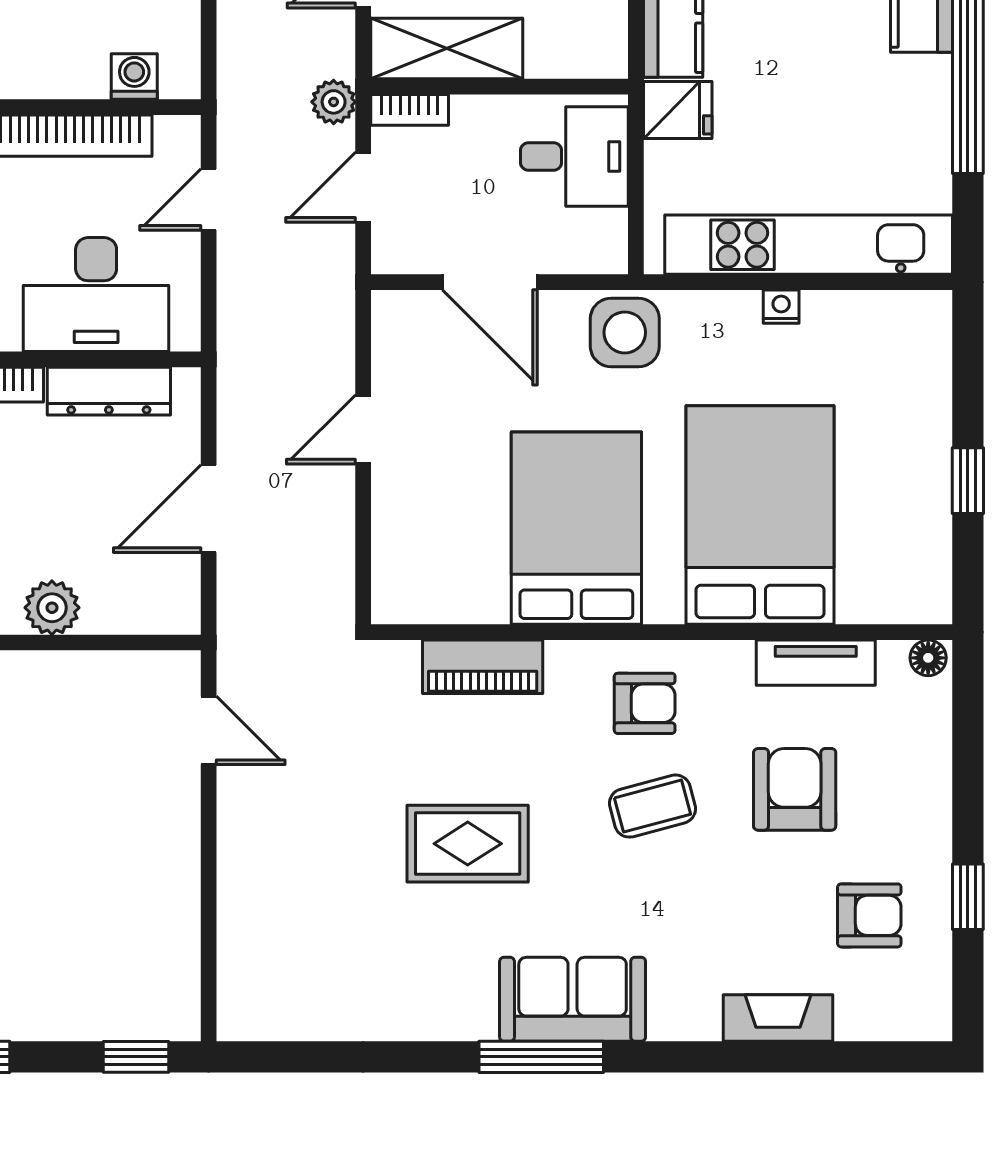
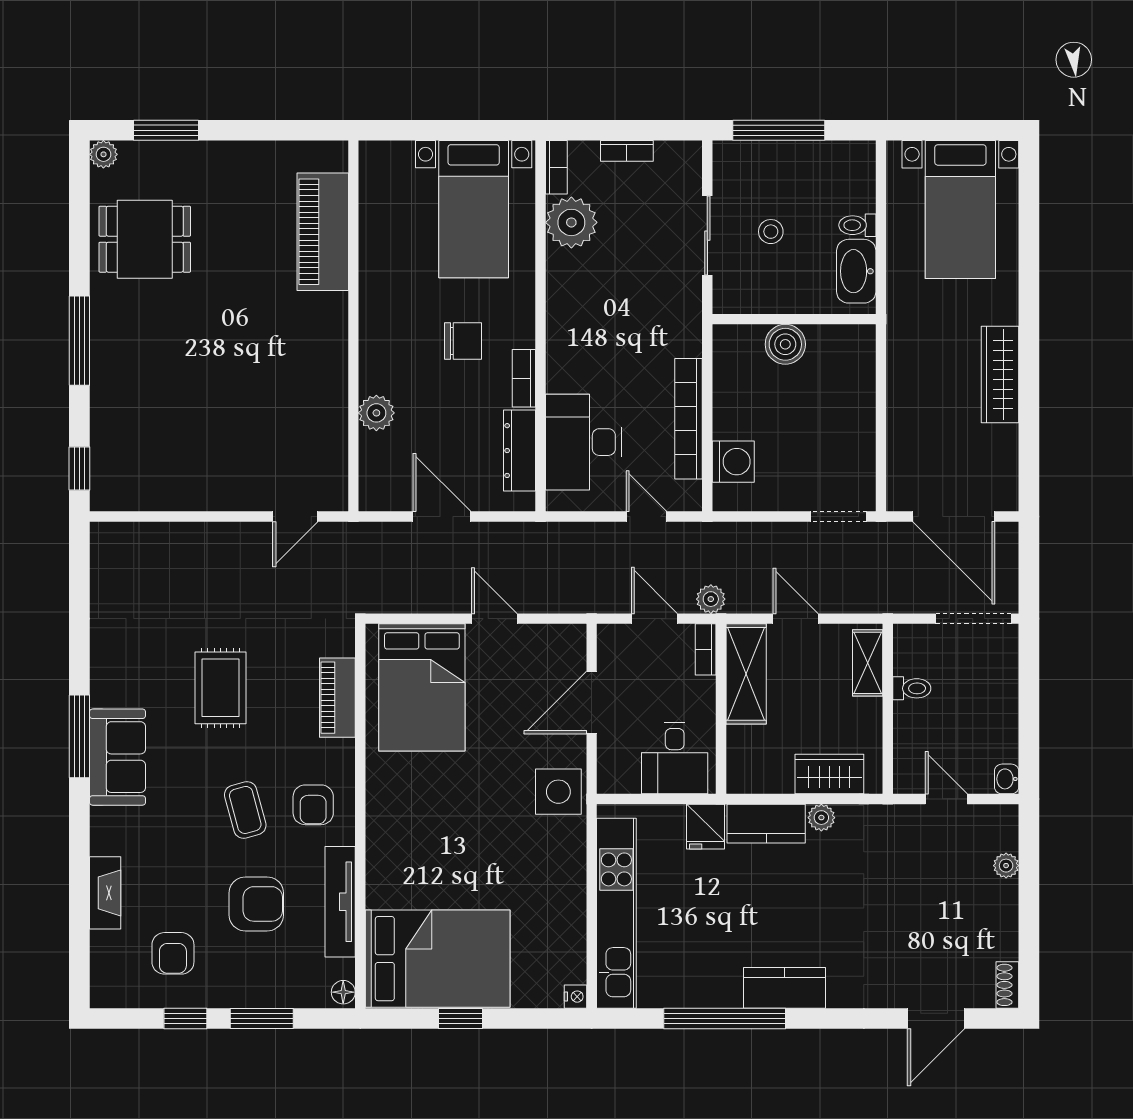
washing machine: (134, 77) -> (733, 462), width x1.38, depth x1.38
nightstand: (781, 307) -> (575, 997), moved
bed: (760, 515) -> (438, 959), moved
bed: (576, 528) -> (422, 687), moved, turned 90
tv unit: (816, 663) -> (340, 902), width x1.41
window: (968, 781) -> (262, 1019), added

